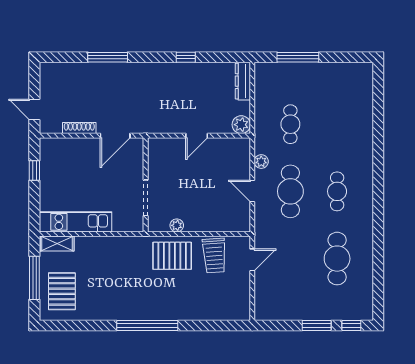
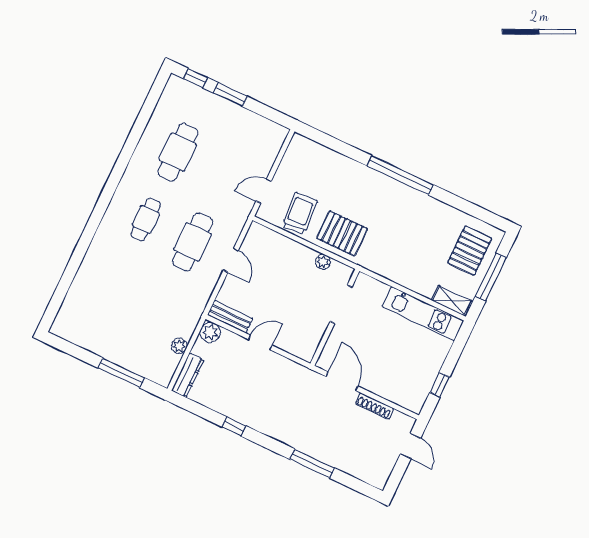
cafe table: (290, 124) -> (161, 309), removed
door: (115, 136) -> (342, 381), hinge flipped
bench: (231, 145) -> (230, 317), added
plant: (261, 162) -> (179, 346), moved

